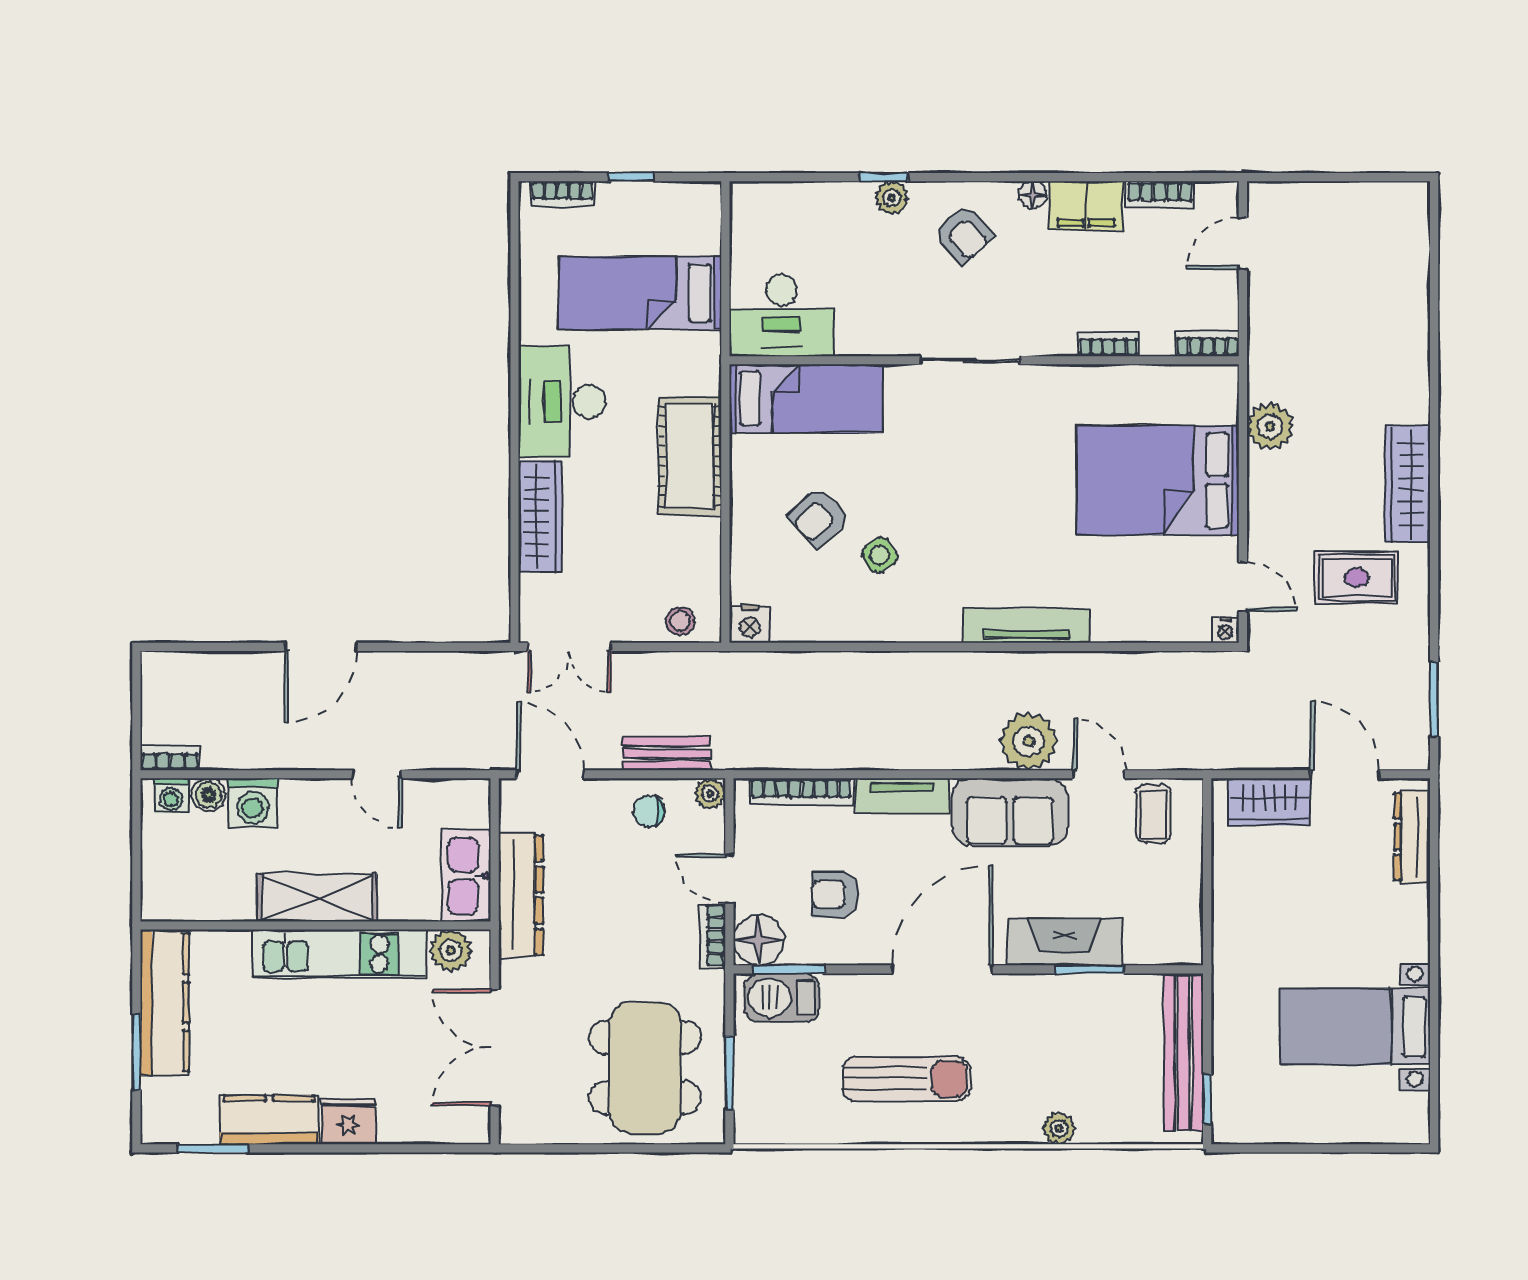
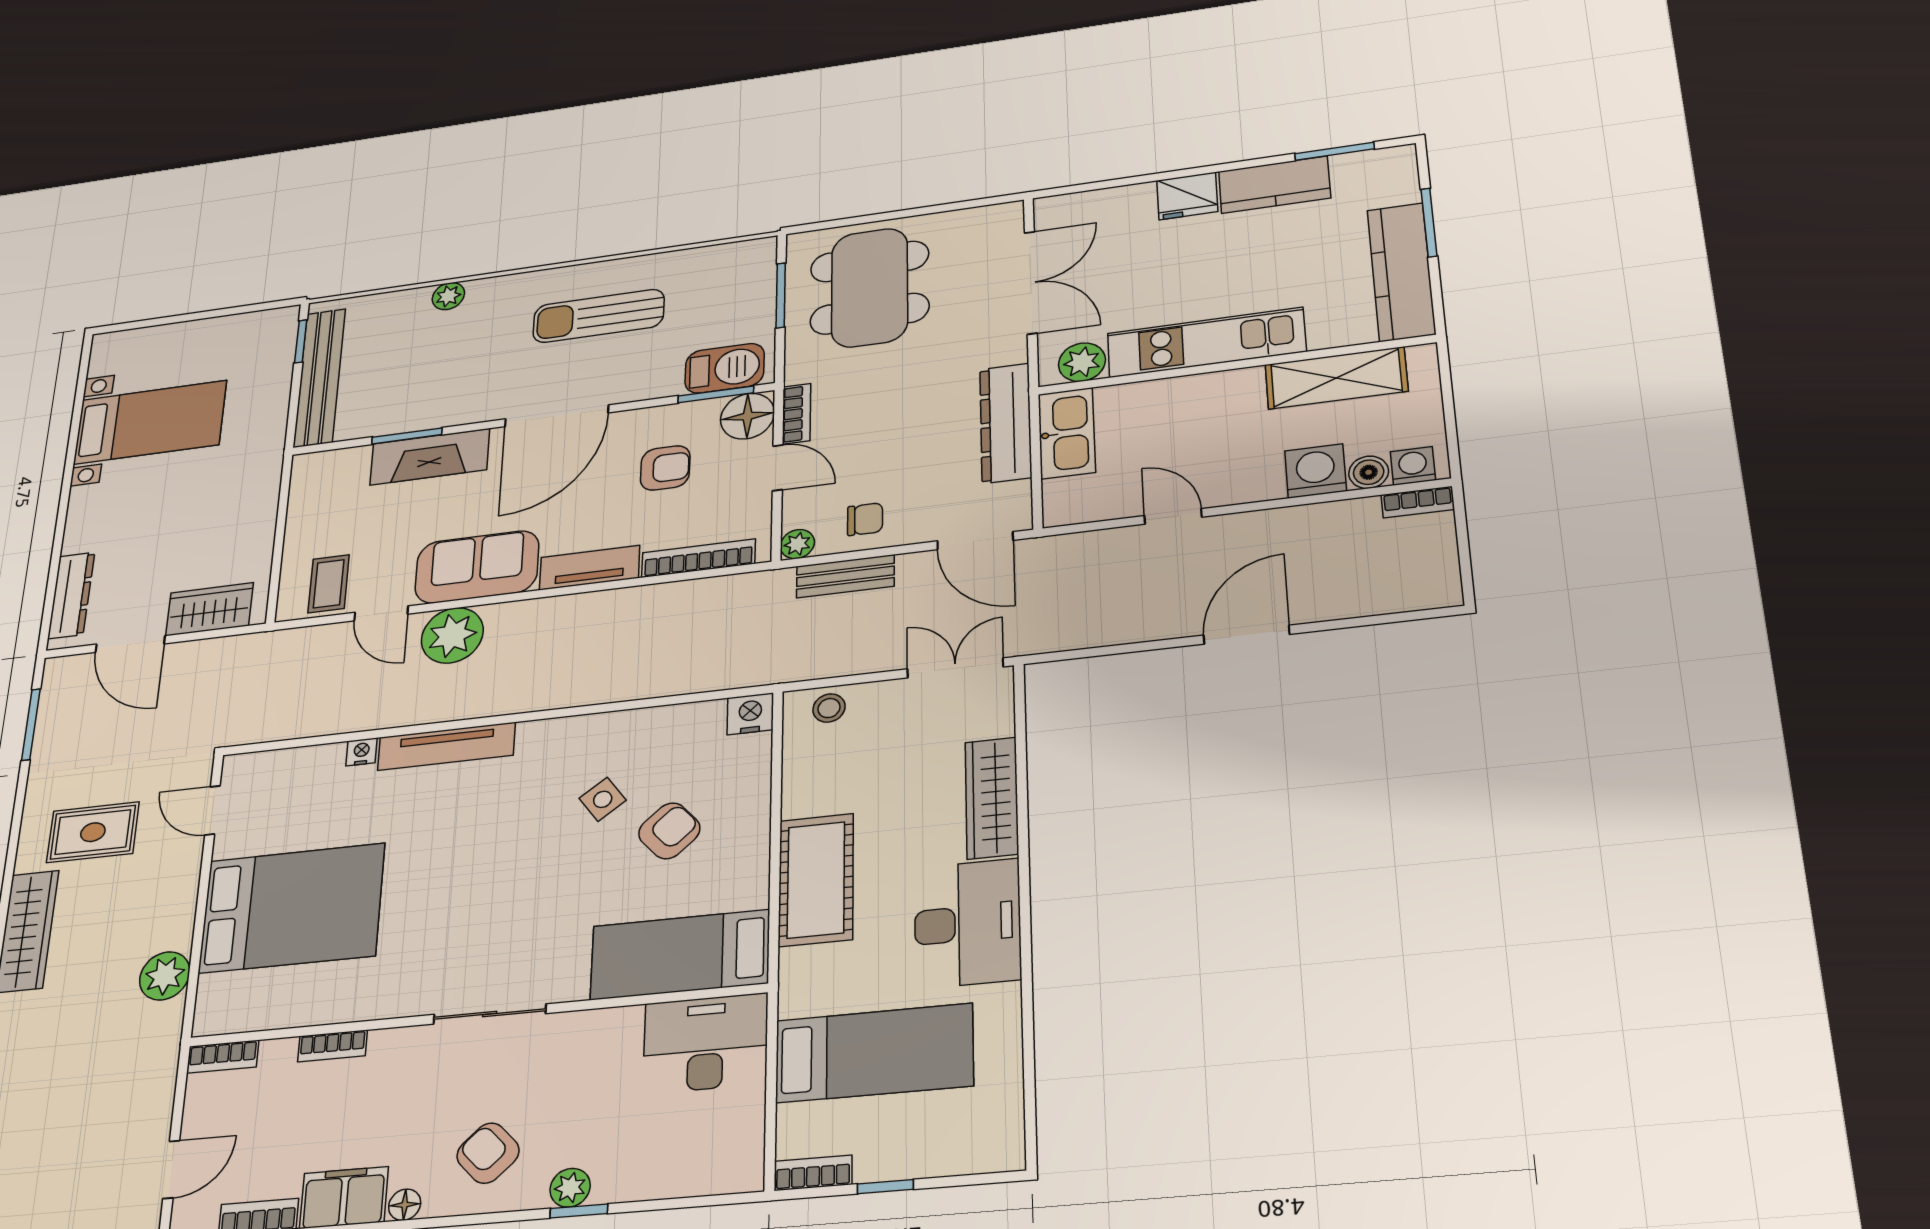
bookcase: (563, 194) -> (813, 1173), moved
nightstand: (1225, 630) -> (361, 752), moved
shelving: (317, 897) -> (1336, 378), moved

